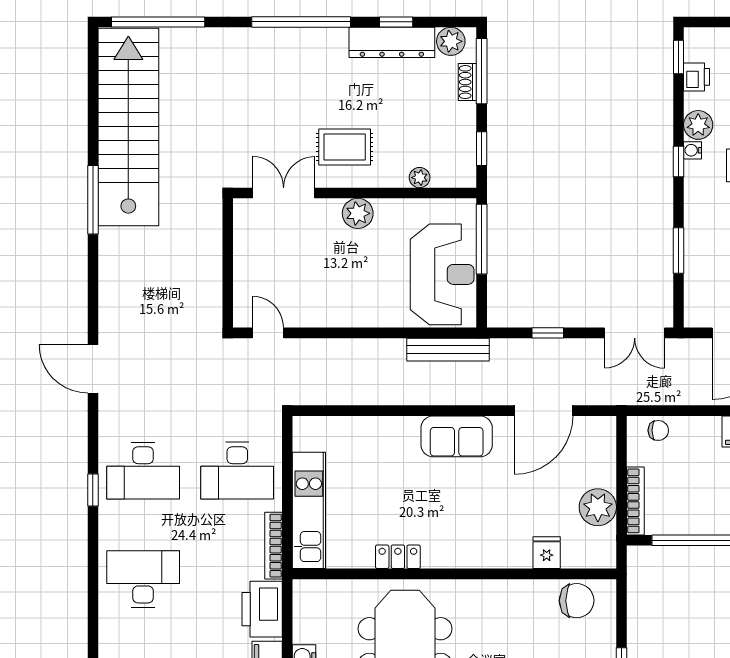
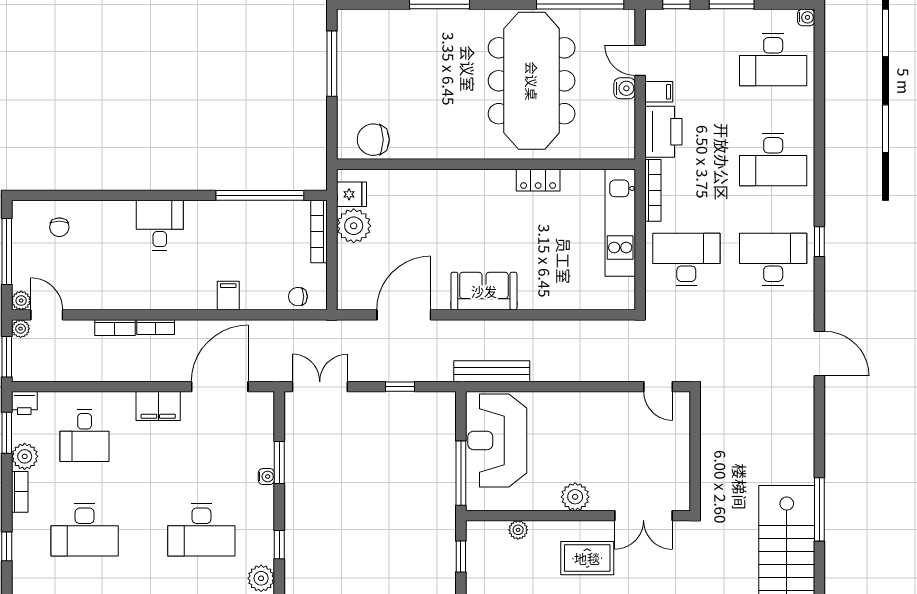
water cooler: (693, 150) -> (266, 477), moved
fridge: (547, 553) -> (351, 194), moved, turned -90

